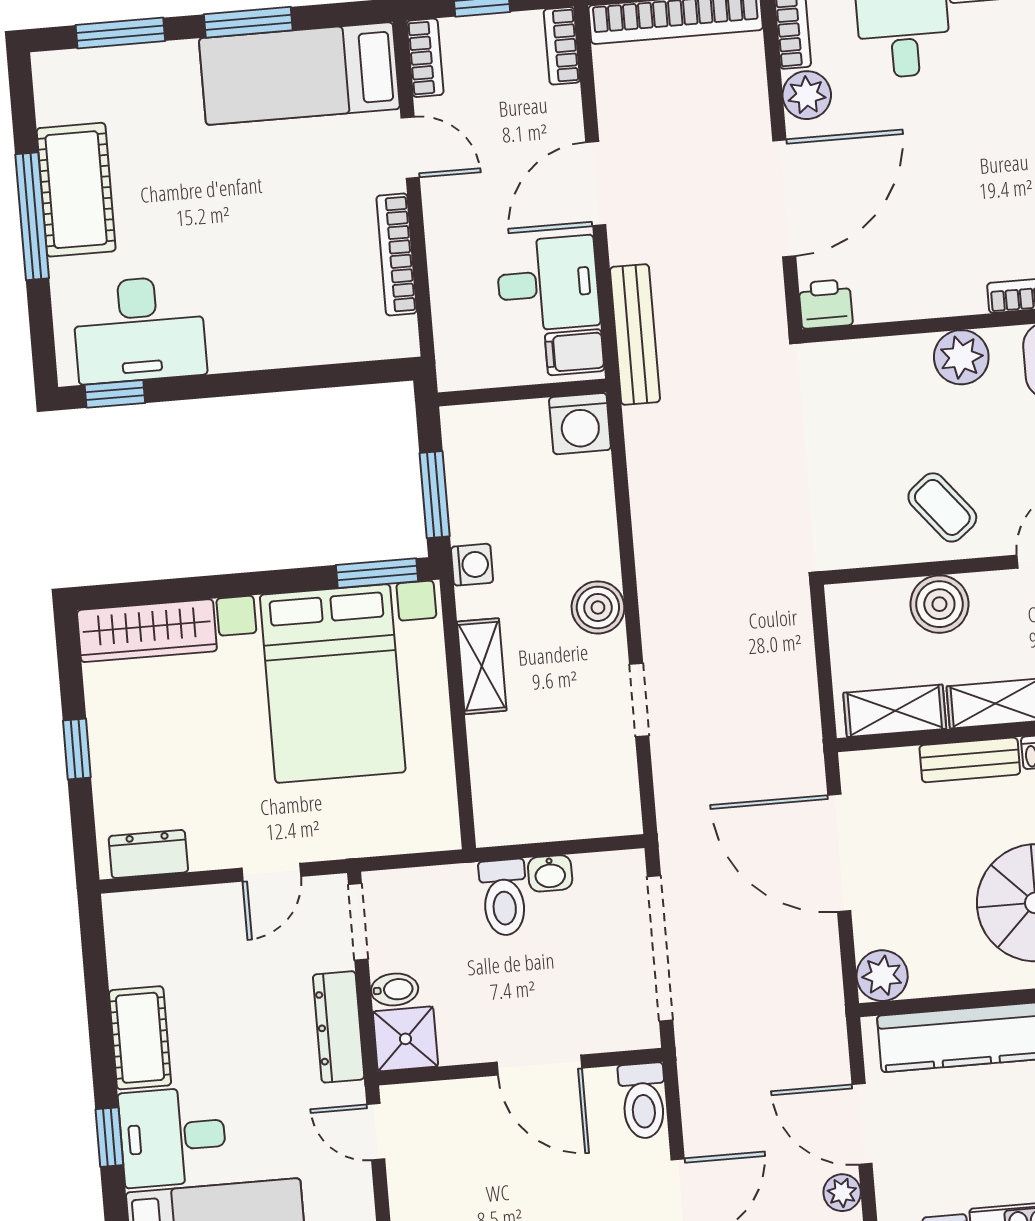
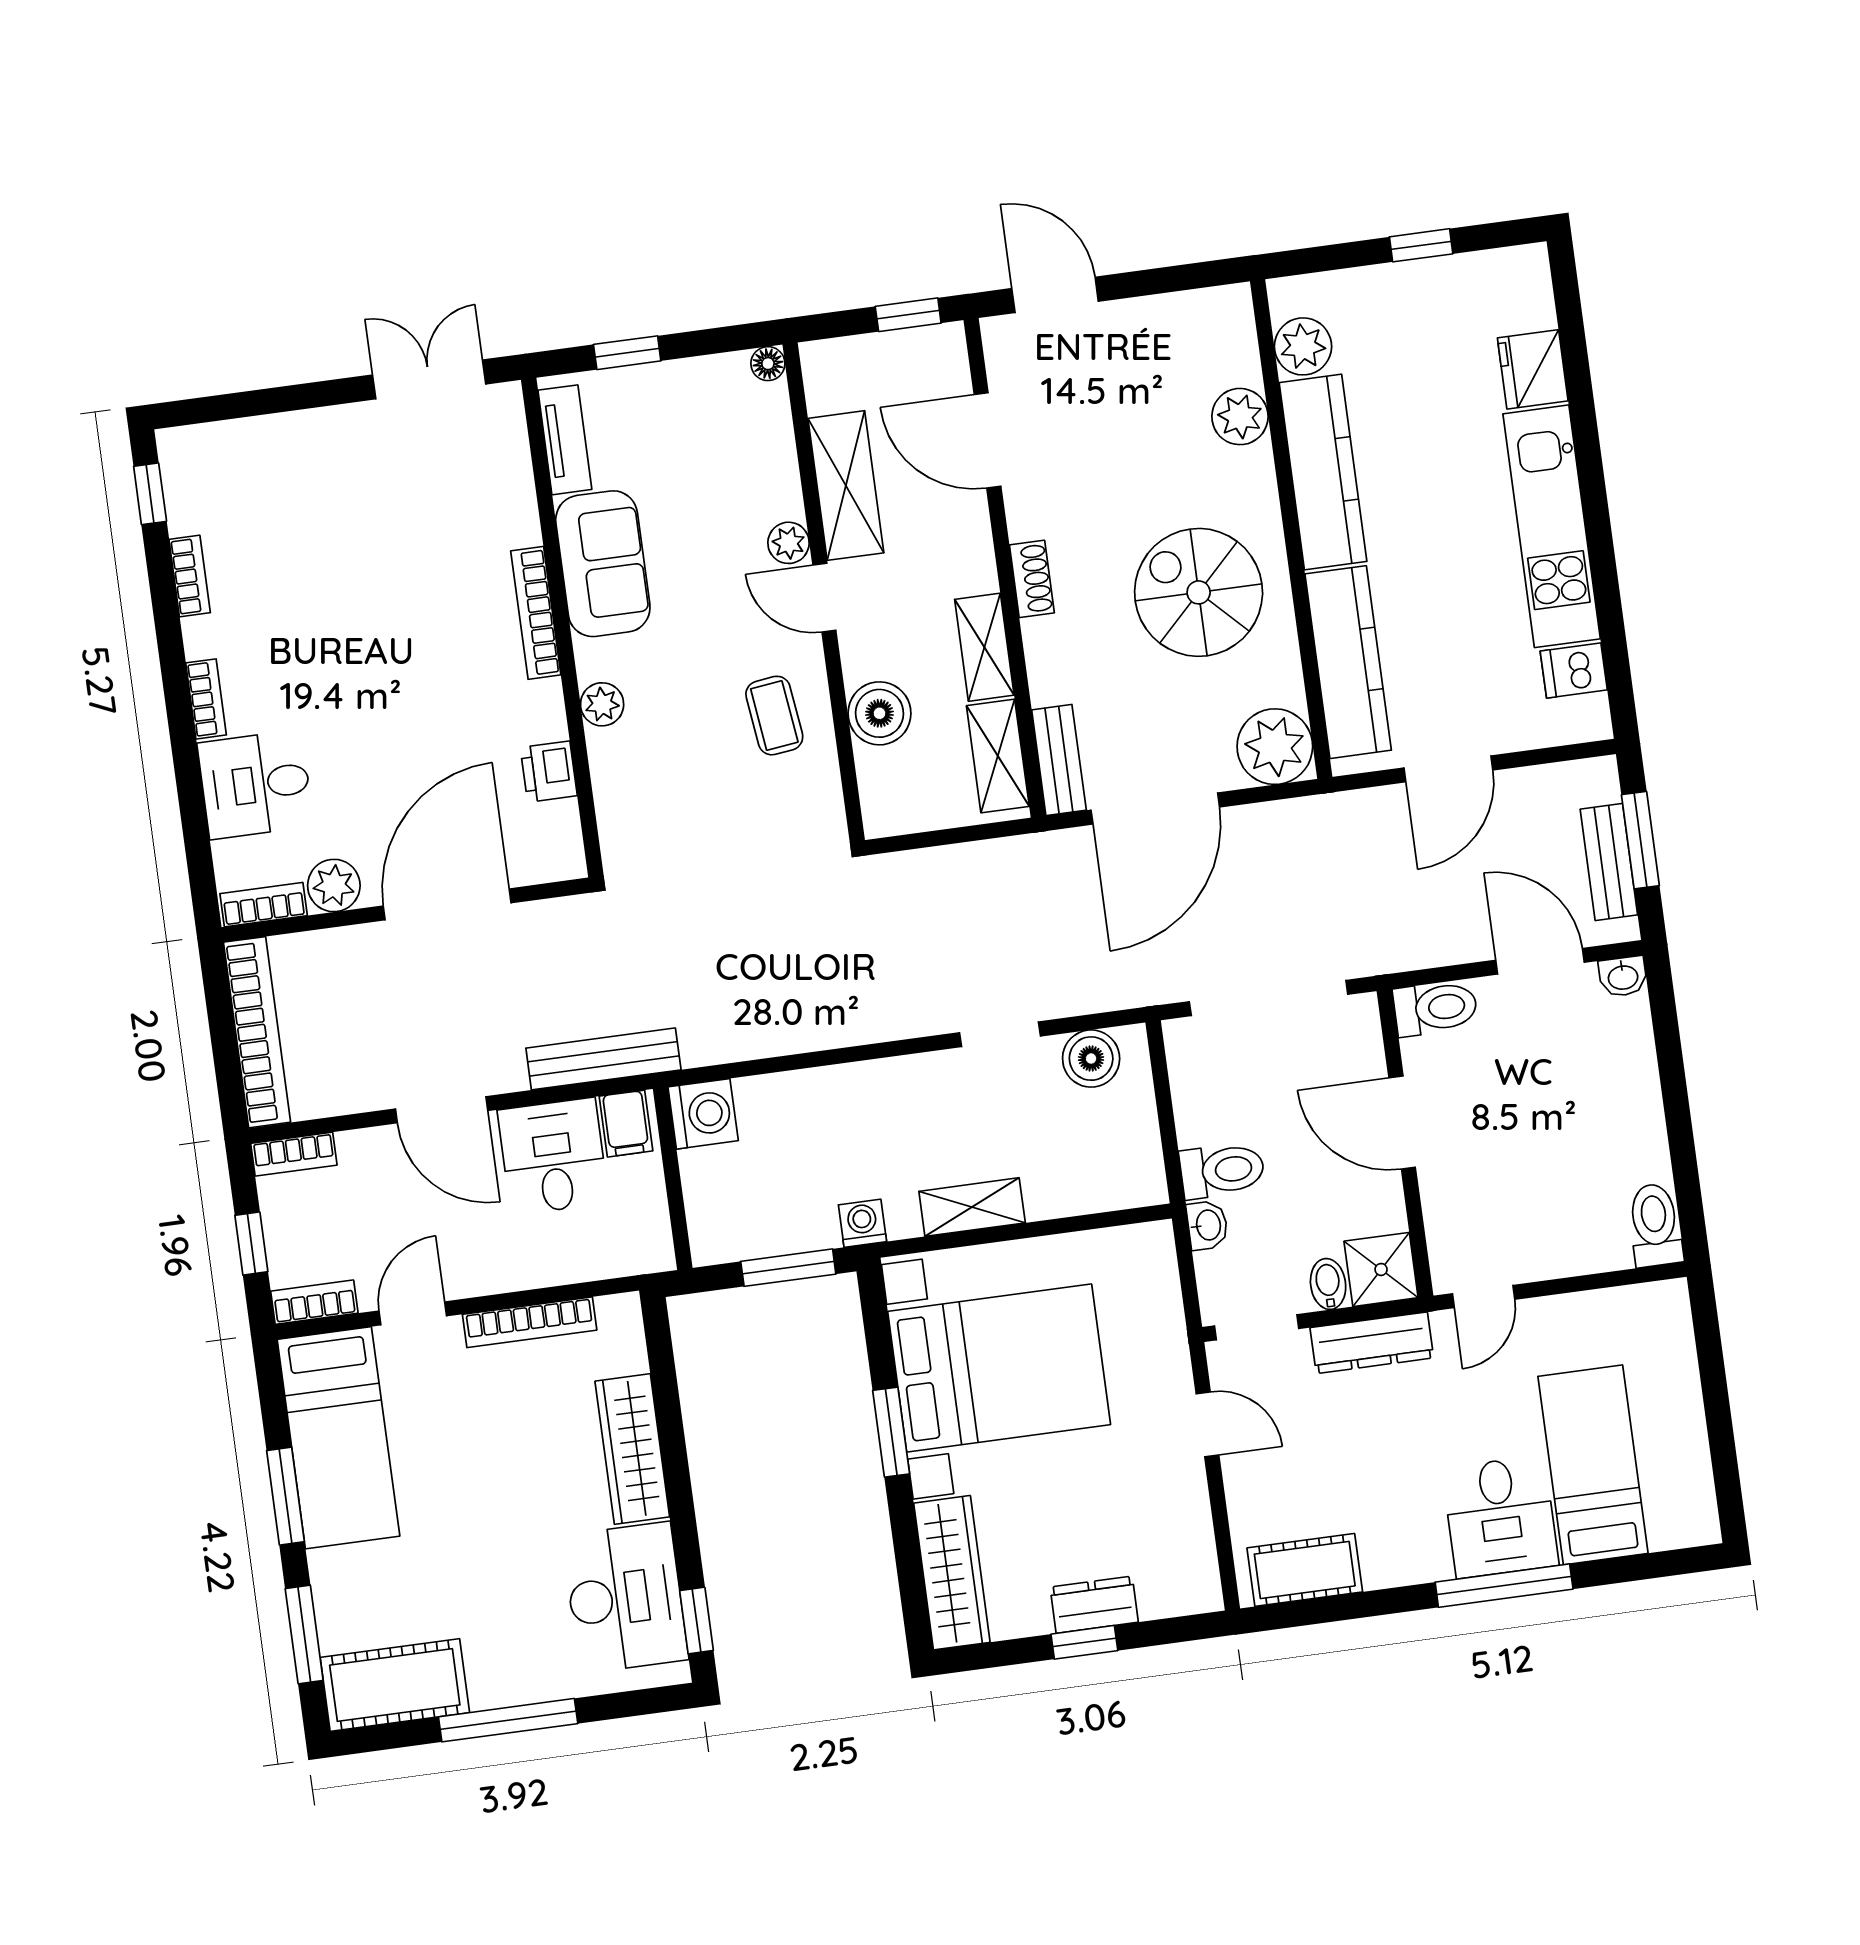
cot: (76, 190) -> (395, 1685), moved
door: (784, 198) -> (447, 904), hinge flipped
printer: (826, 304) -> (549, 772), moved
wardrobe: (275, 343) -> (632, 1449), added
plant: (961, 357) -> (602, 704), width x0.73, depth x0.73
coffee table: (942, 507) -> (774, 716), turned -58
window: (377, 573) -> (891, 1432), moved
boiler: (598, 607) -> (1091, 1059), moved
bench: (970, 760) -> (1059, 760), moved
dresser: (148, 854) -> (1094, 1605), moved, turned 90
washbasin: (550, 873) -> (1207, 1225), moved
plant: (882, 976) -> (1275, 747), width x1.36, depth x1.36
cot: (140, 1038) -> (1305, 1570), moved
door: (539, 1065) -> (1402, 1123), swing flipped
window: (109, 1137) -> (1504, 1586), width x2.17
plant: (842, 1193) -> (1524, 787), removed

